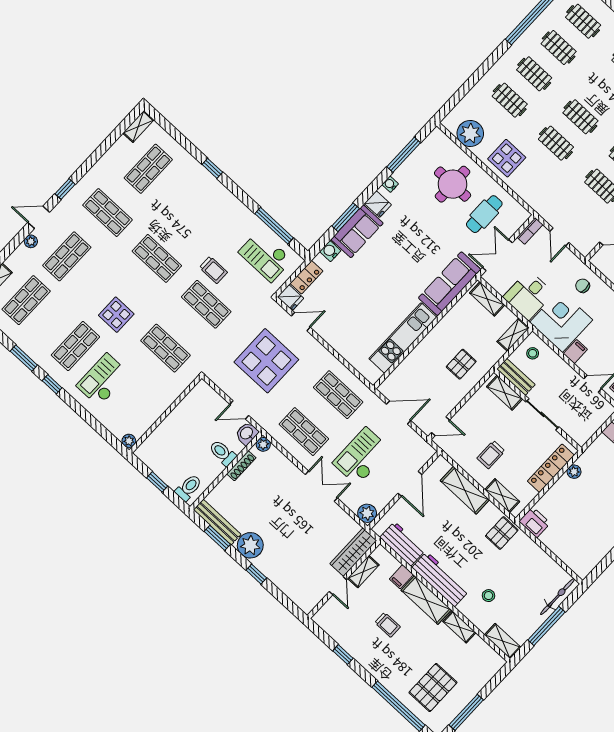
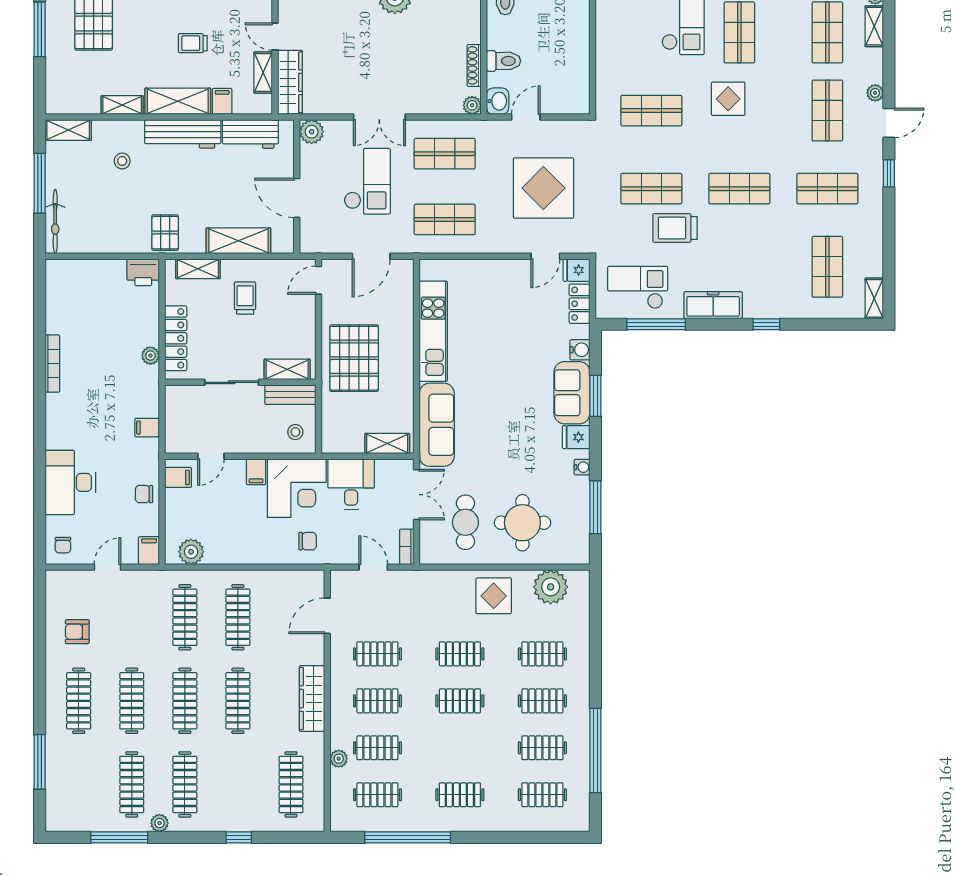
freezer: (232, 207) -> (713, 305), added
trolley: (213, 270) -> (675, 228), width x1.36, depth x1.39
shelving: (513, 335) -> (331, 433), removed
pallet: (461, 364) -> (354, 358), width x2.05, depth x2.00

